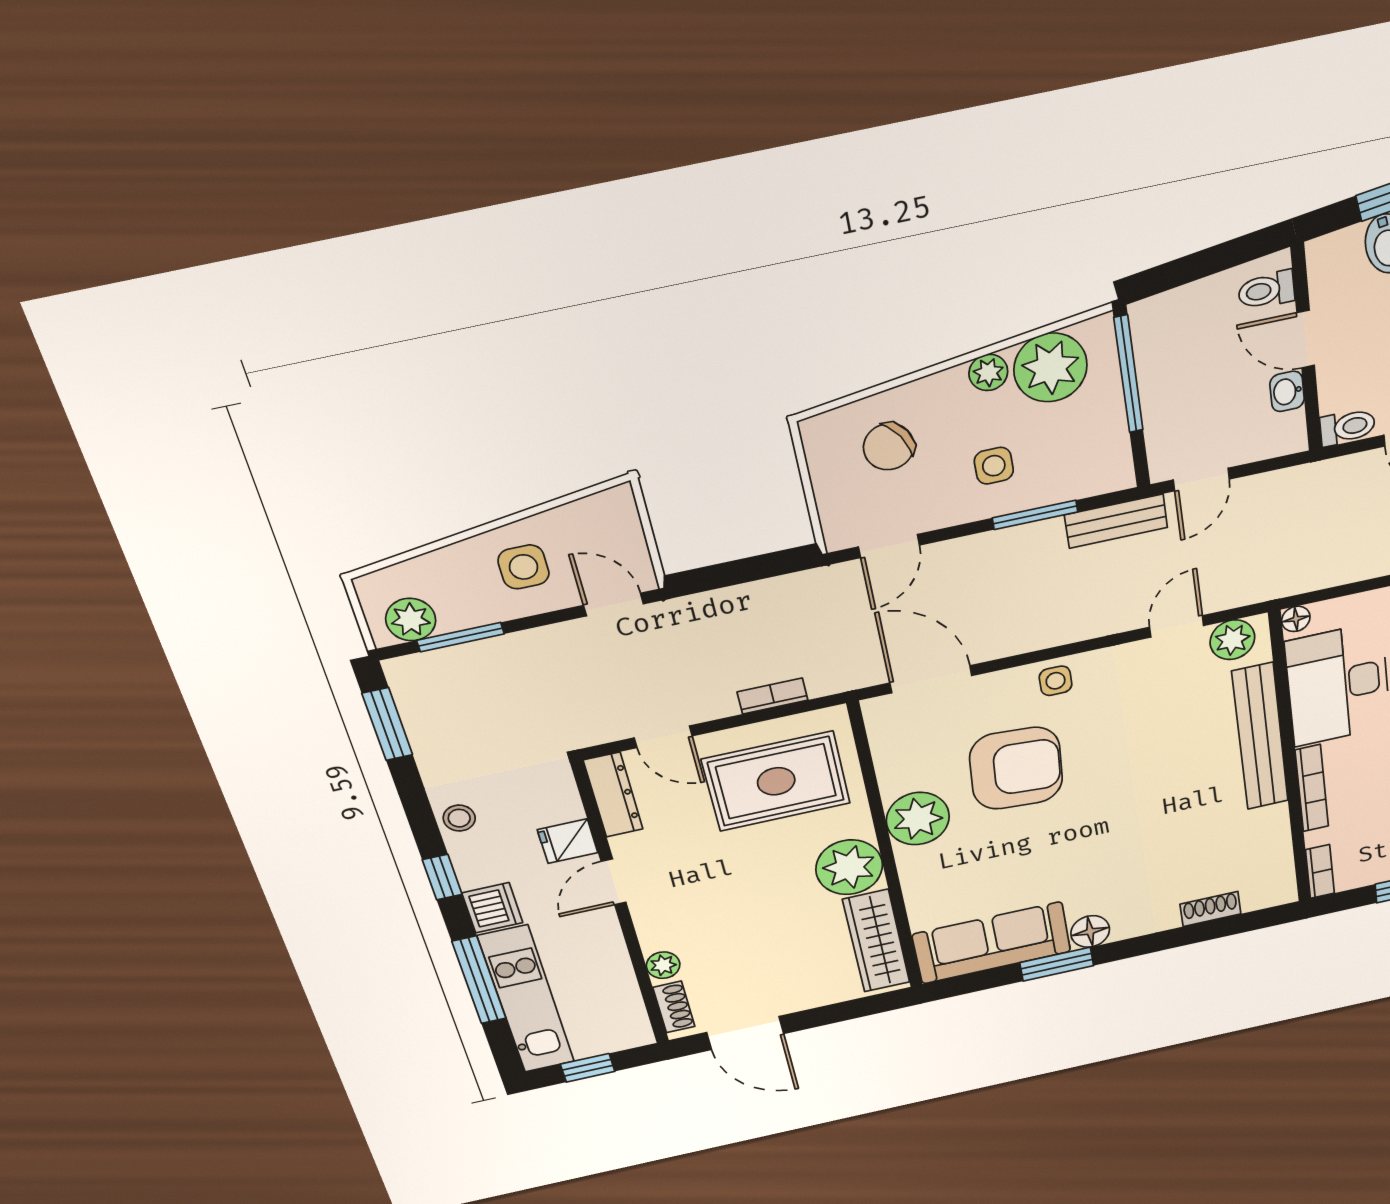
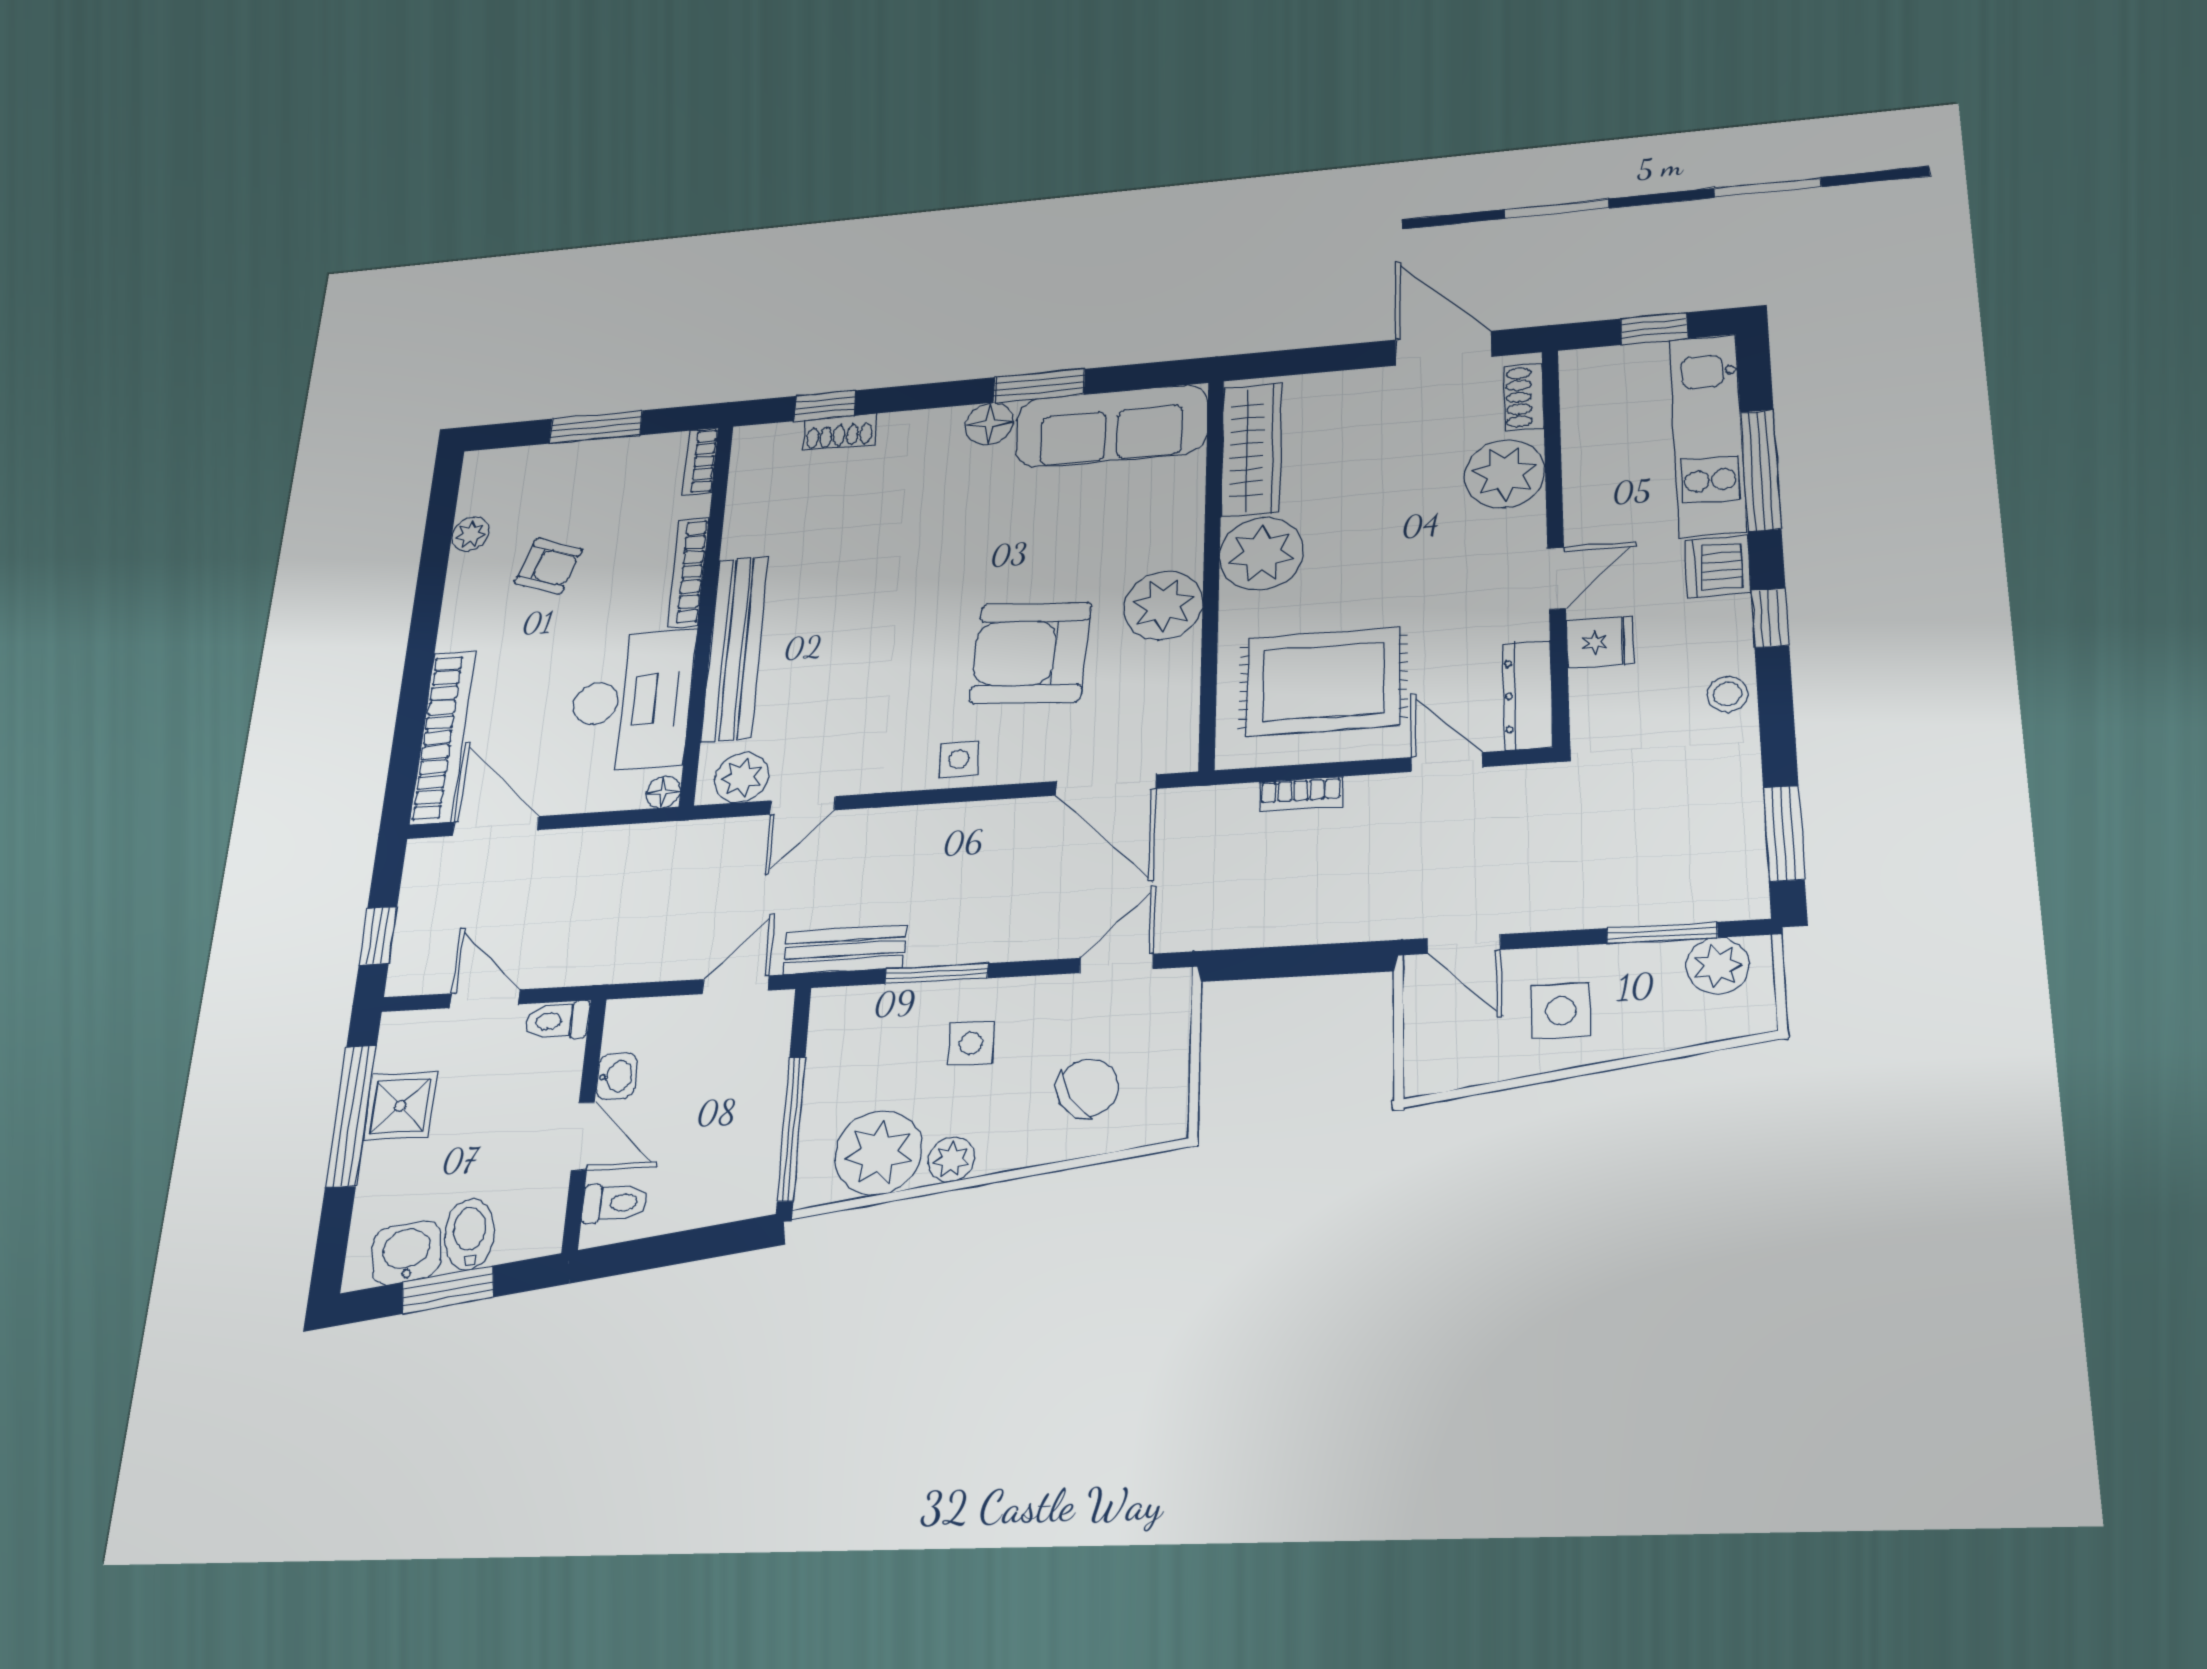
window: (1227, 927) -> (825, 406), added
plant: (663, 965) -> (1505, 474), width x1.88, depth x1.88

